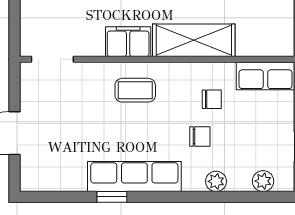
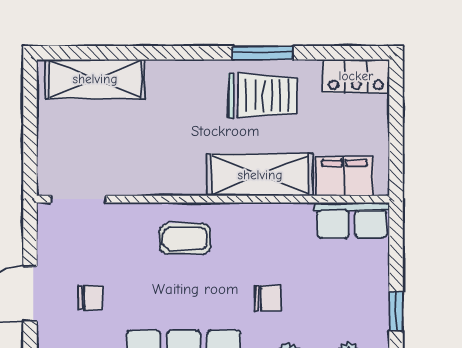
filing cabinet: (128, 42) -> (344, 177), moved
chair: (212, 99) -> (90, 298), moved

